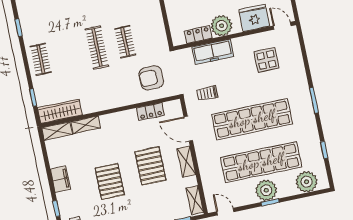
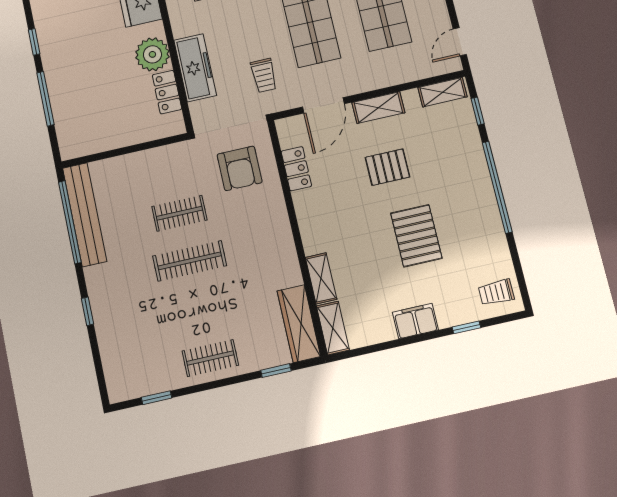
pallet: (150, 166) -> (387, 167), width x0.67, depth x0.71
pallet: (110, 181) -> (416, 236), turned 90

